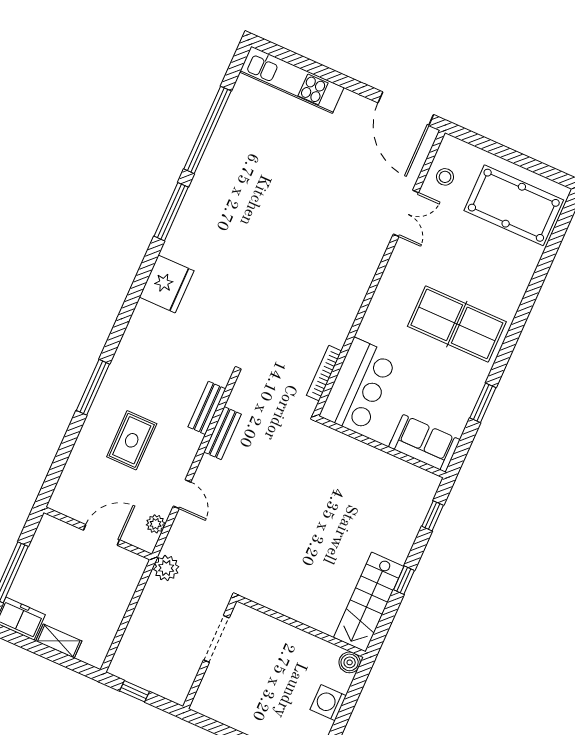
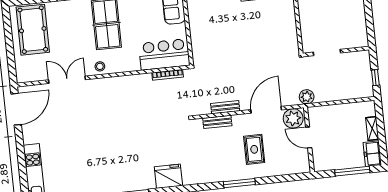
stool: (445, 177) -> (100, 66), moved
double door: (406, 213) -> (67, 80), width x1.37
rug: (132, 440) -> (254, 149), turned 90
door: (182, 494) -> (266, 110), width x1.87
plant: (156, 524) -> (293, 118), width x1.88, depth x1.88

